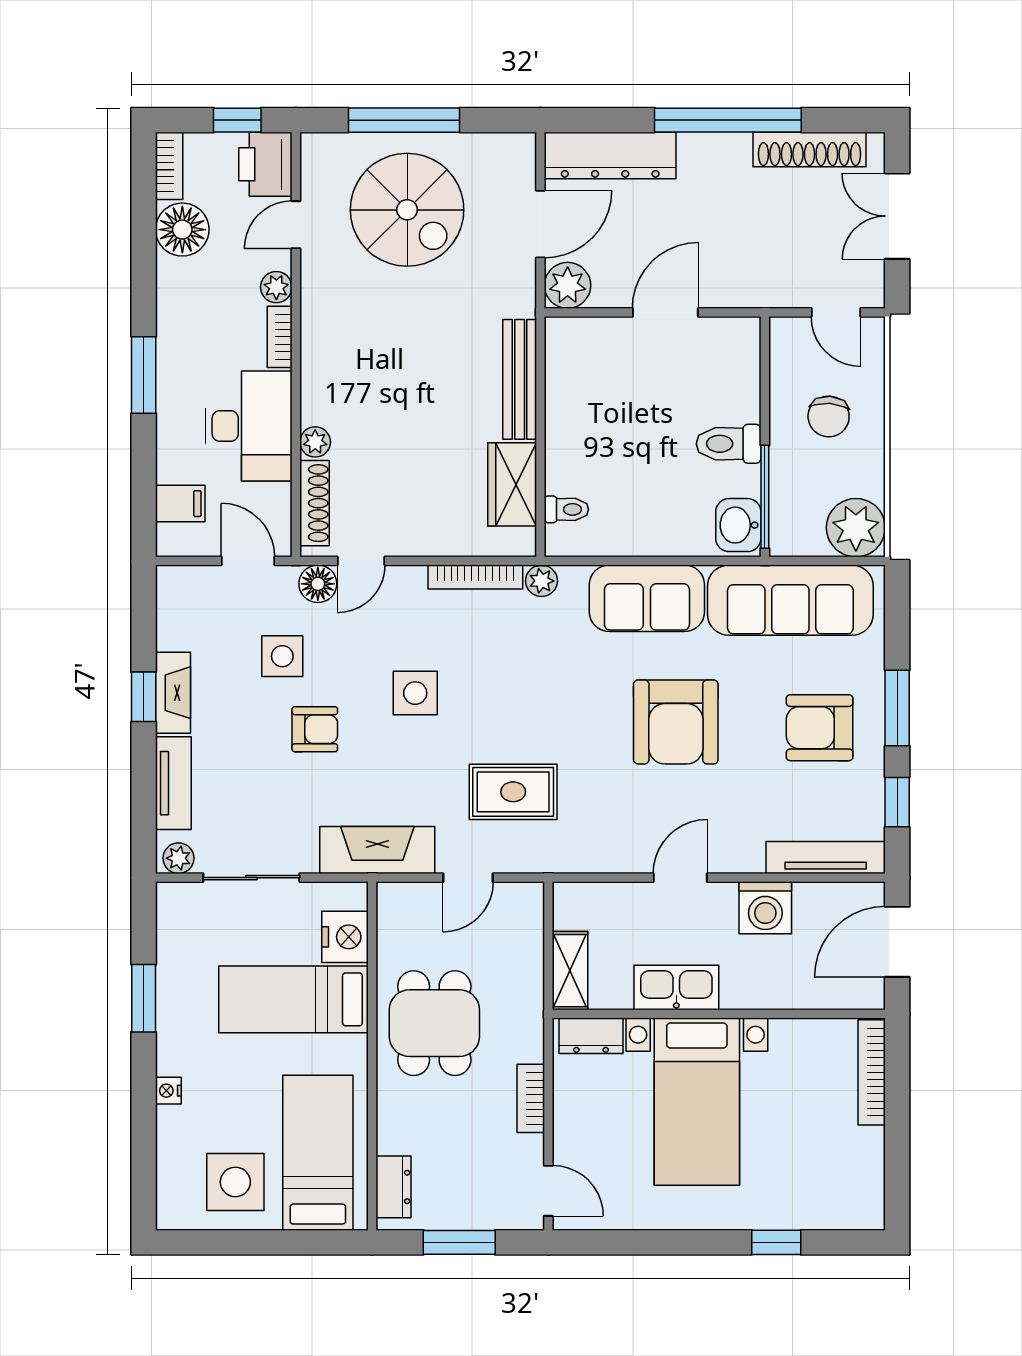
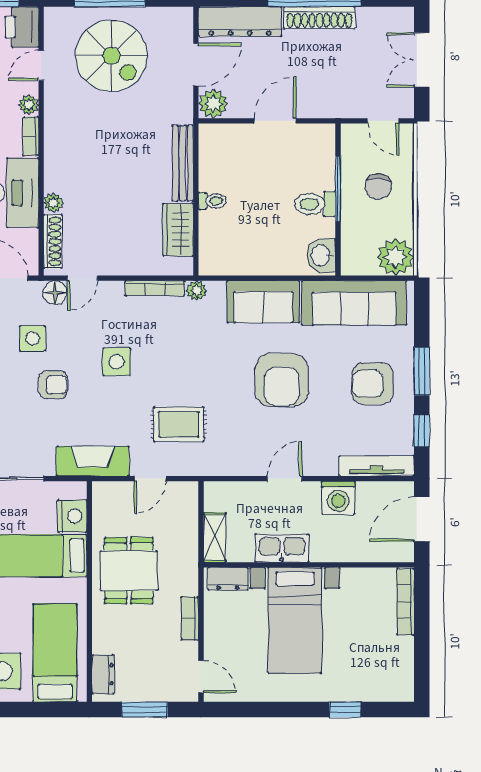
shoe rack: (810, 150) -> (319, 18), moved
window: (765, 497) -> (338, 189), moved
toilet: (566, 509) -> (212, 201), moved

